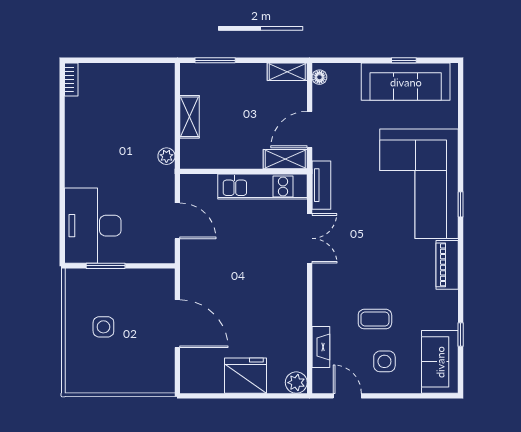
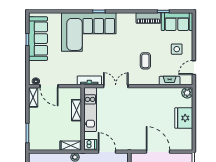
shelving: (190, 117) -> (71, 146), moved
door: (310, 129) -> (49, 86), moved
shelving: (285, 159) -> (76, 110), moved
dishwasher: (192, 187) -> (90, 144), added
door: (177, 221) -> (107, 152), hinge flipped
piano: (447, 265) -> (148, 18), moved
coffee table: (375, 319) -> (145, 61), moved
door: (177, 324) -> (158, 152), hinge flipped

